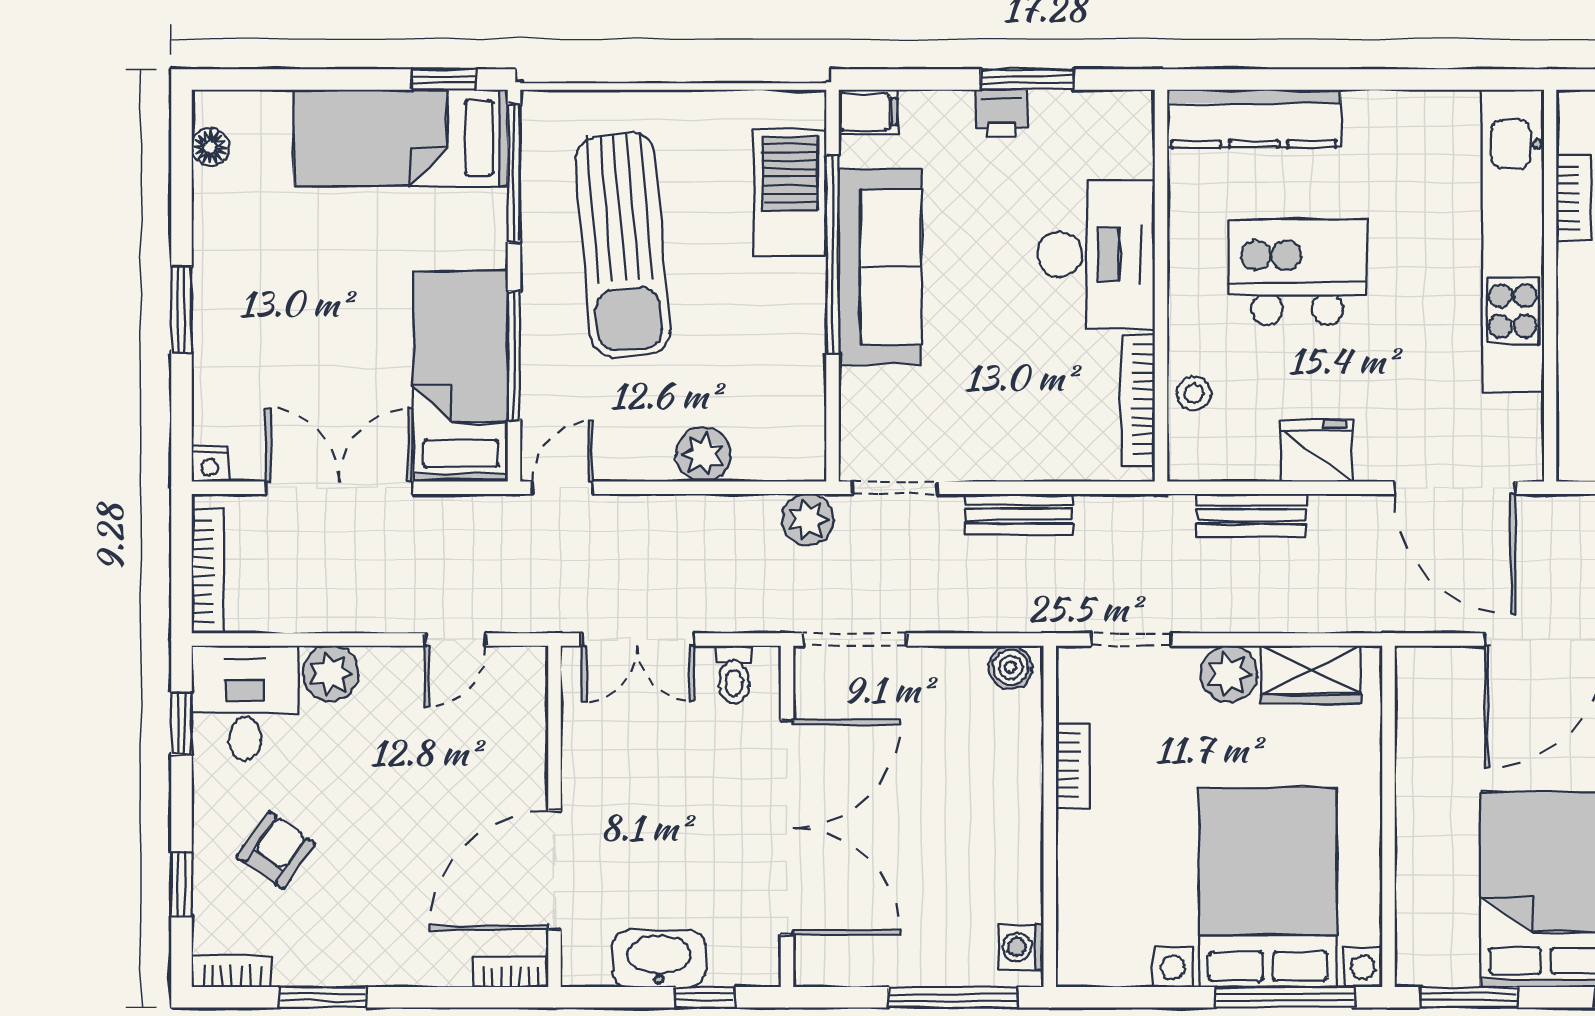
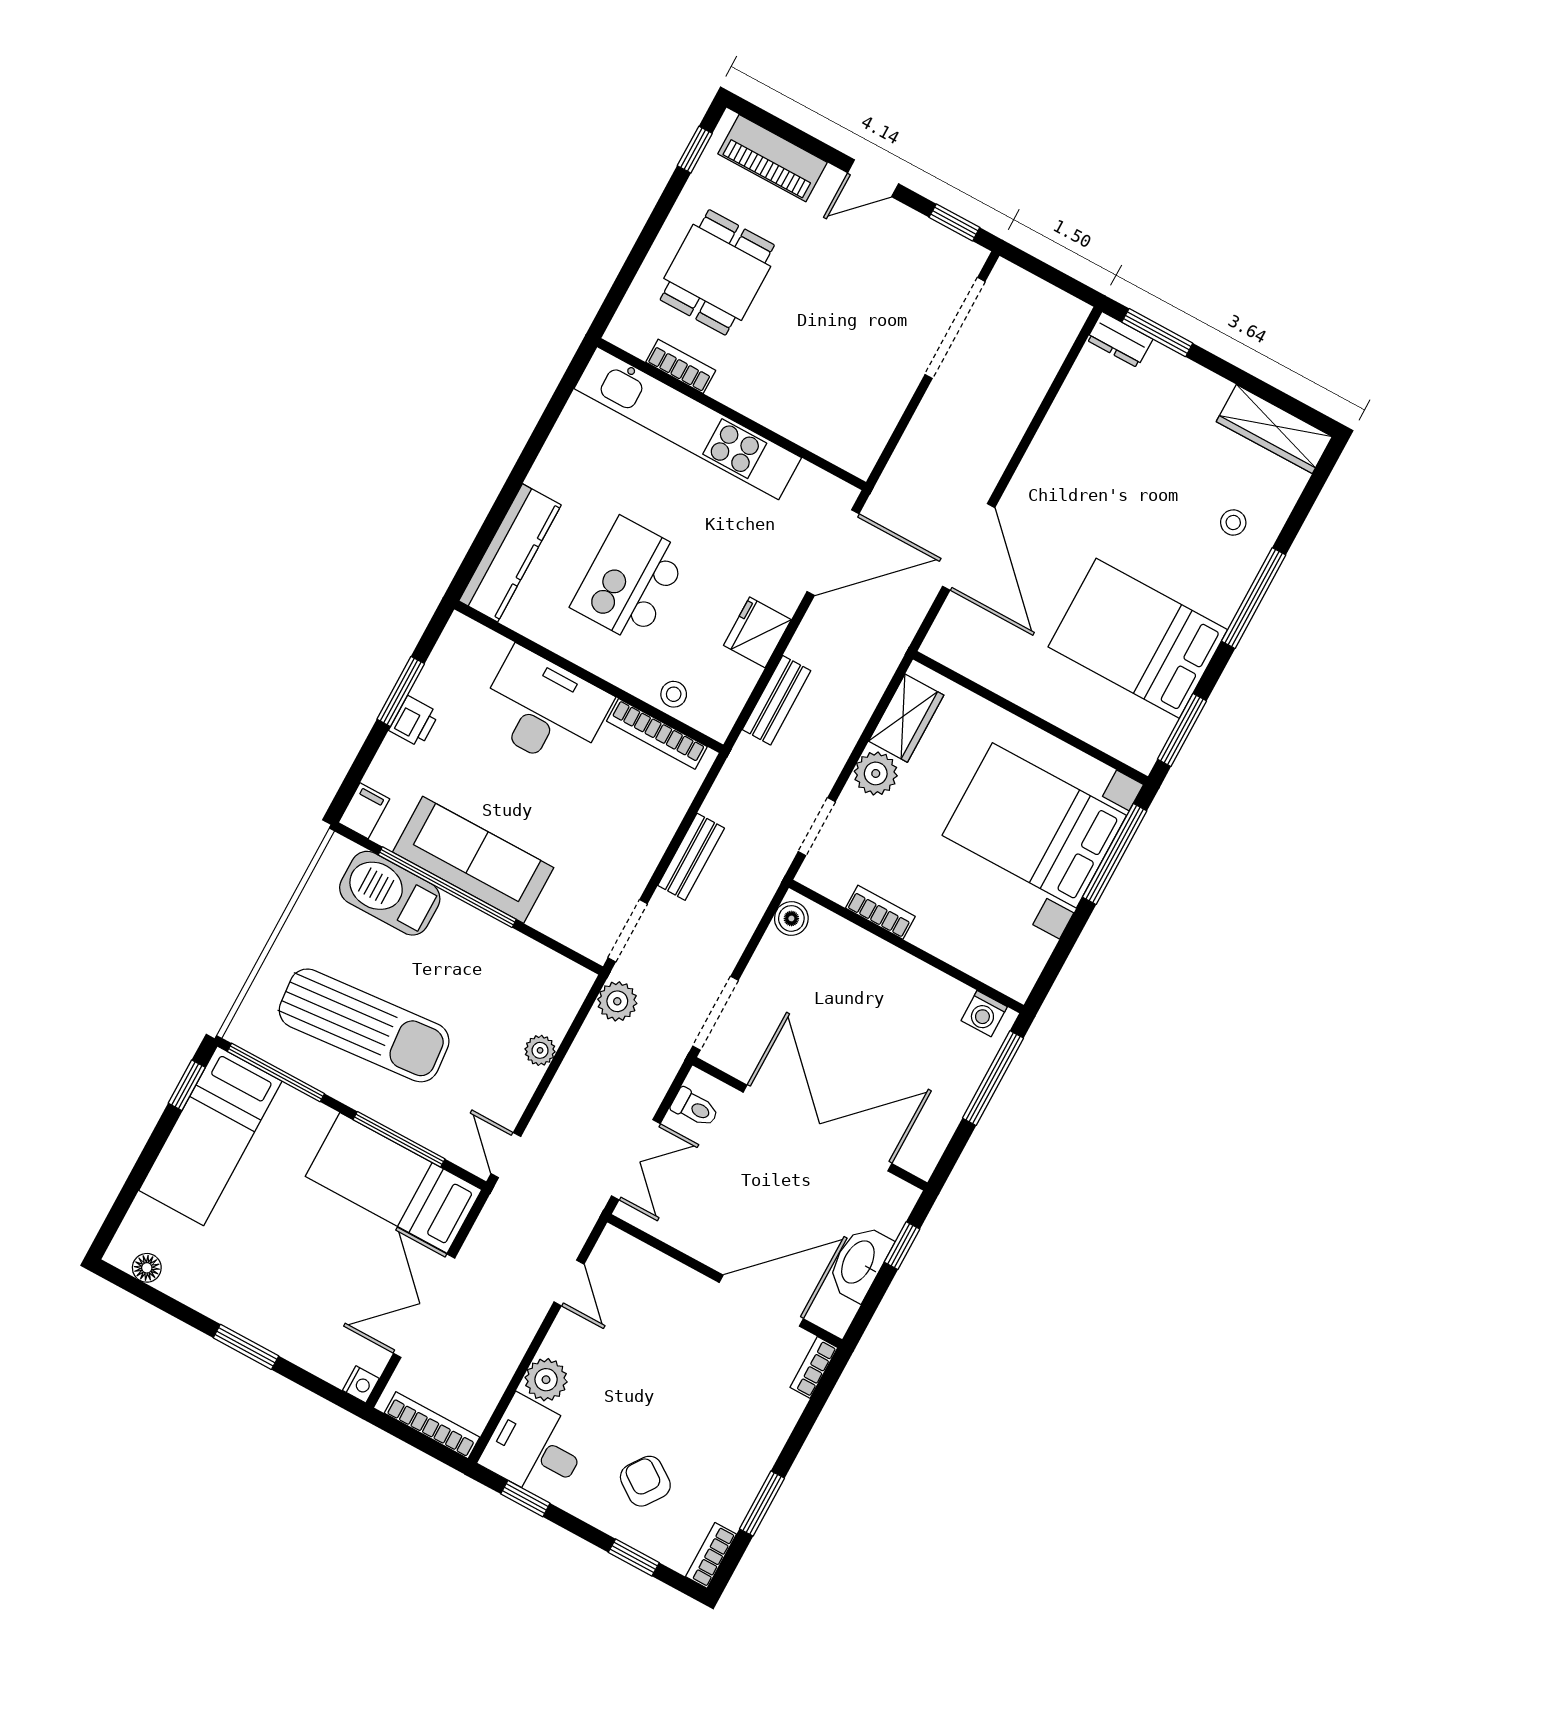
plant: (703, 454) -> (540, 1050), width x0.73, depth x0.73
door: (554, 870) -> (761, 1301), swing flipped

